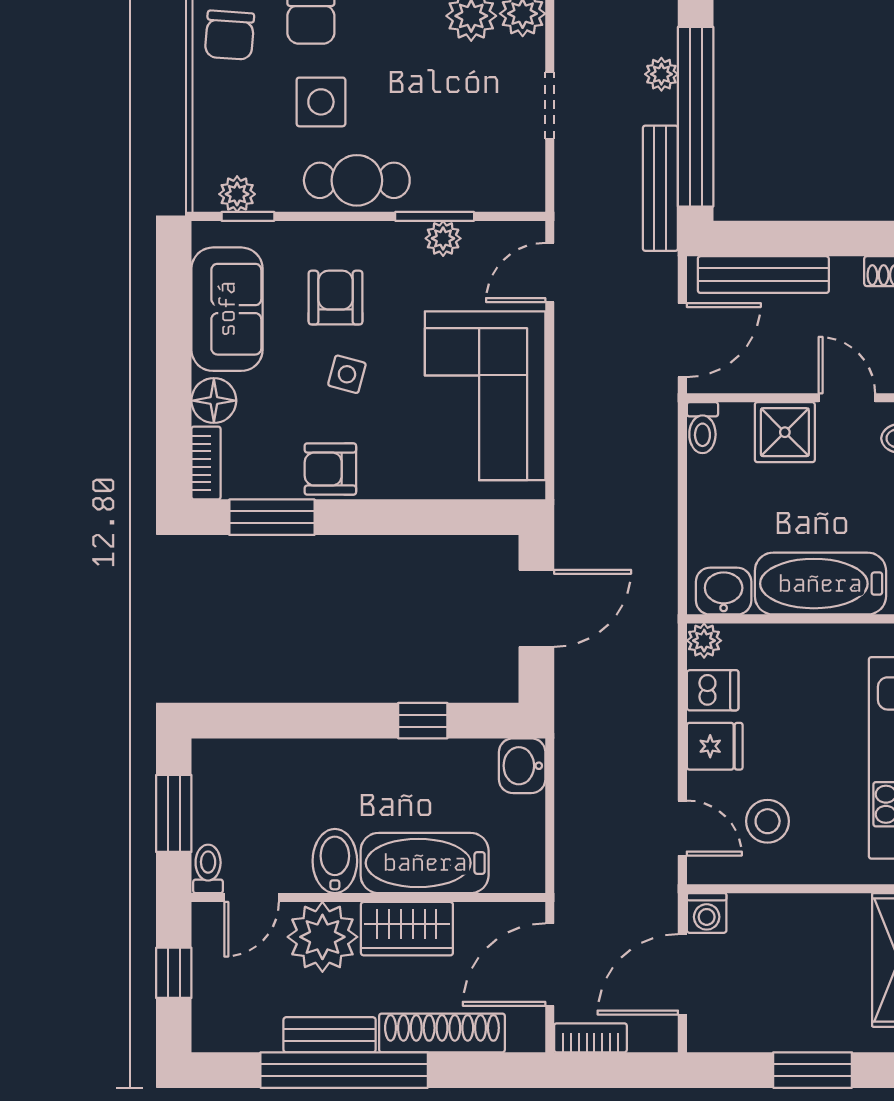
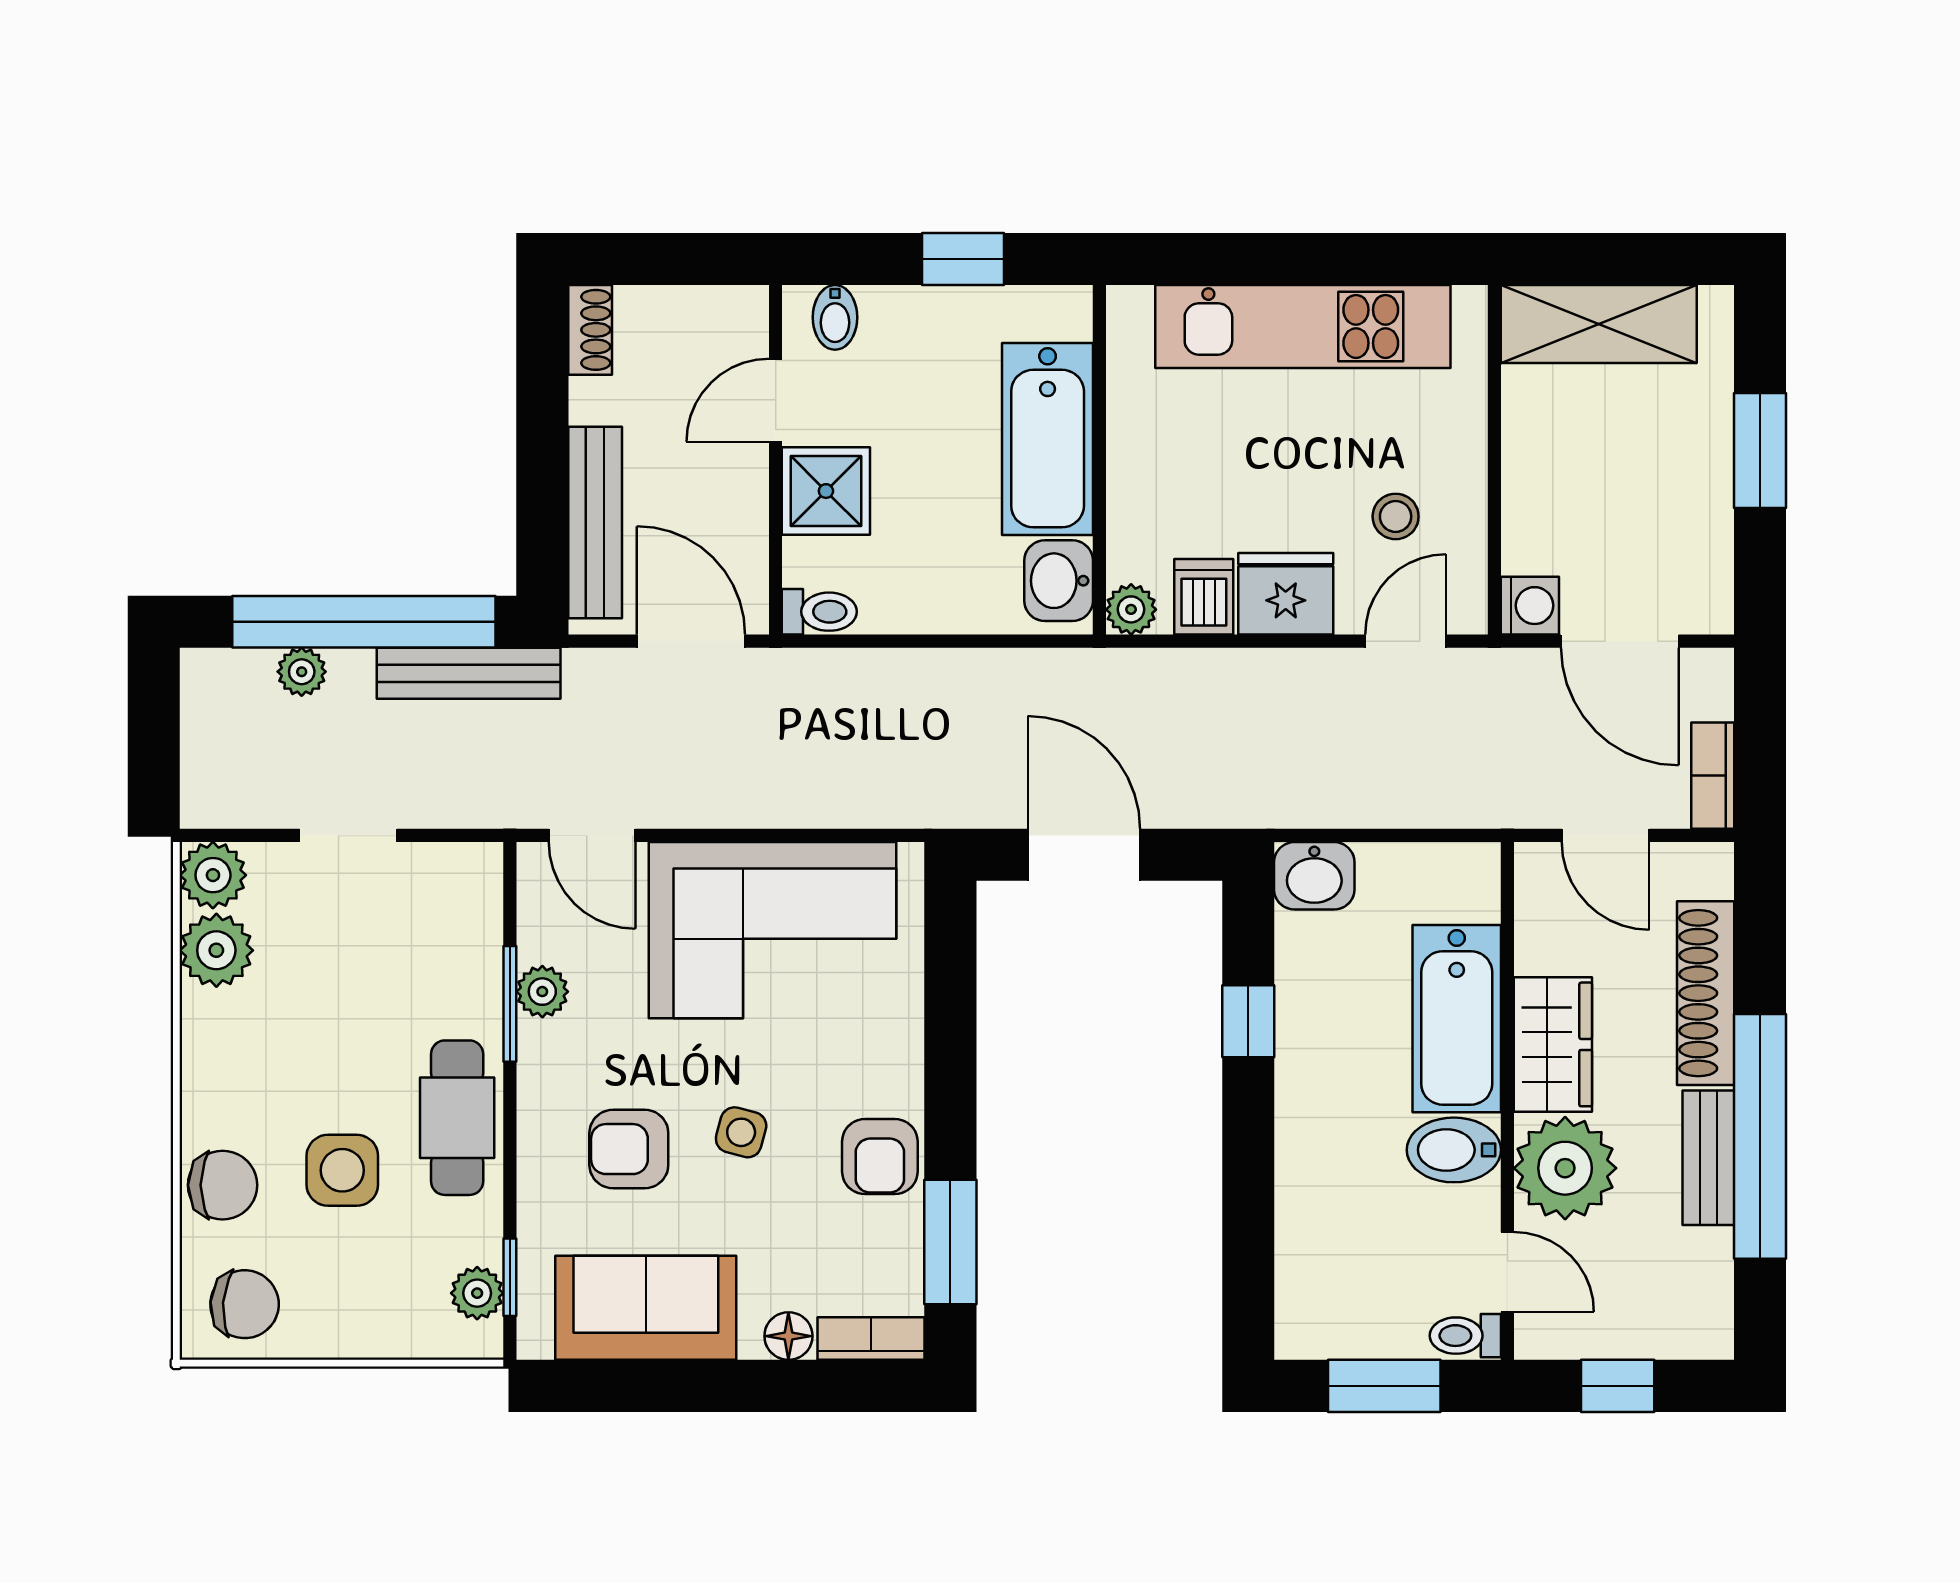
floor lamp: (214, 401) -> (788, 1336), width x0.73, depth x0.73
fridge: (715, 746) -> (1286, 594), width x1.38
stool: (768, 821) -> (1396, 516), width x0.73, depth x0.73
door: (550, 965) -> (1606, 835), width x0.73

